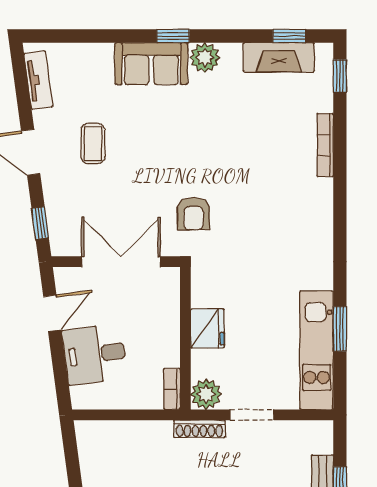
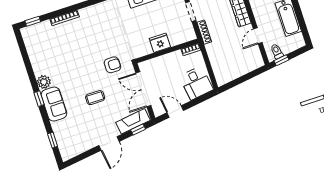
window: (289, 36) -> (53, 140), moved
fireplace: (279, 57) -> (133, 121), moved, turned -98
tv unit: (38, 80) -> (77, 150), removed
coffee table: (93, 143) -> (95, 98), moved
desk: (95, 354) -> (196, 83), moved
plant: (206, 394) -> (188, 34), removed

